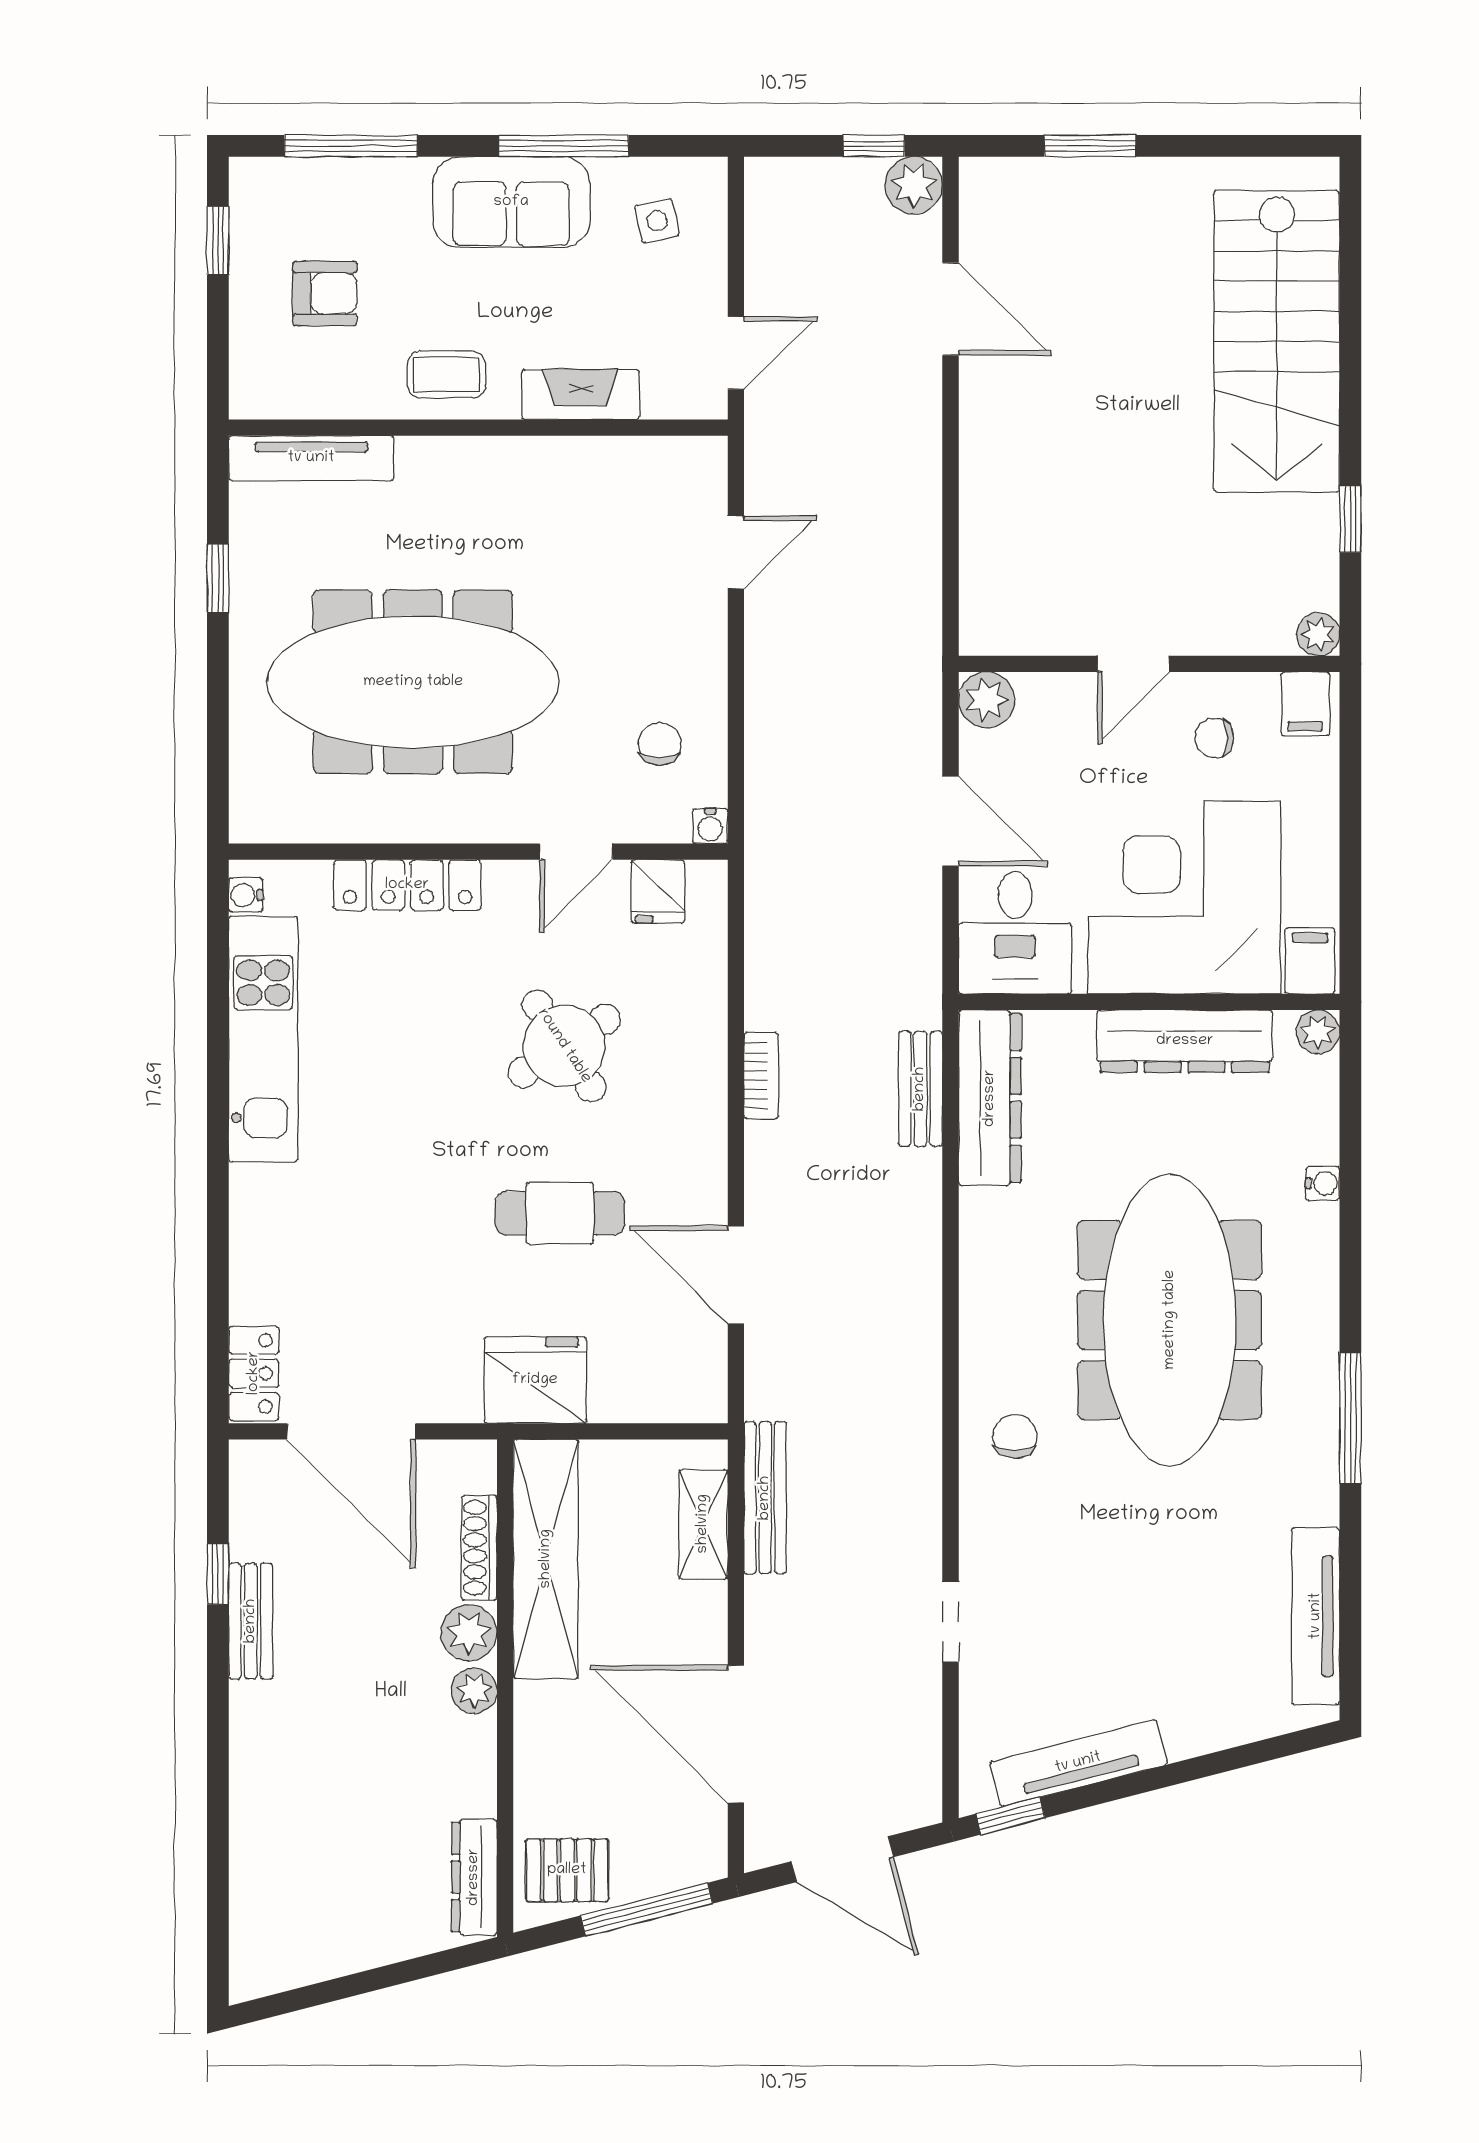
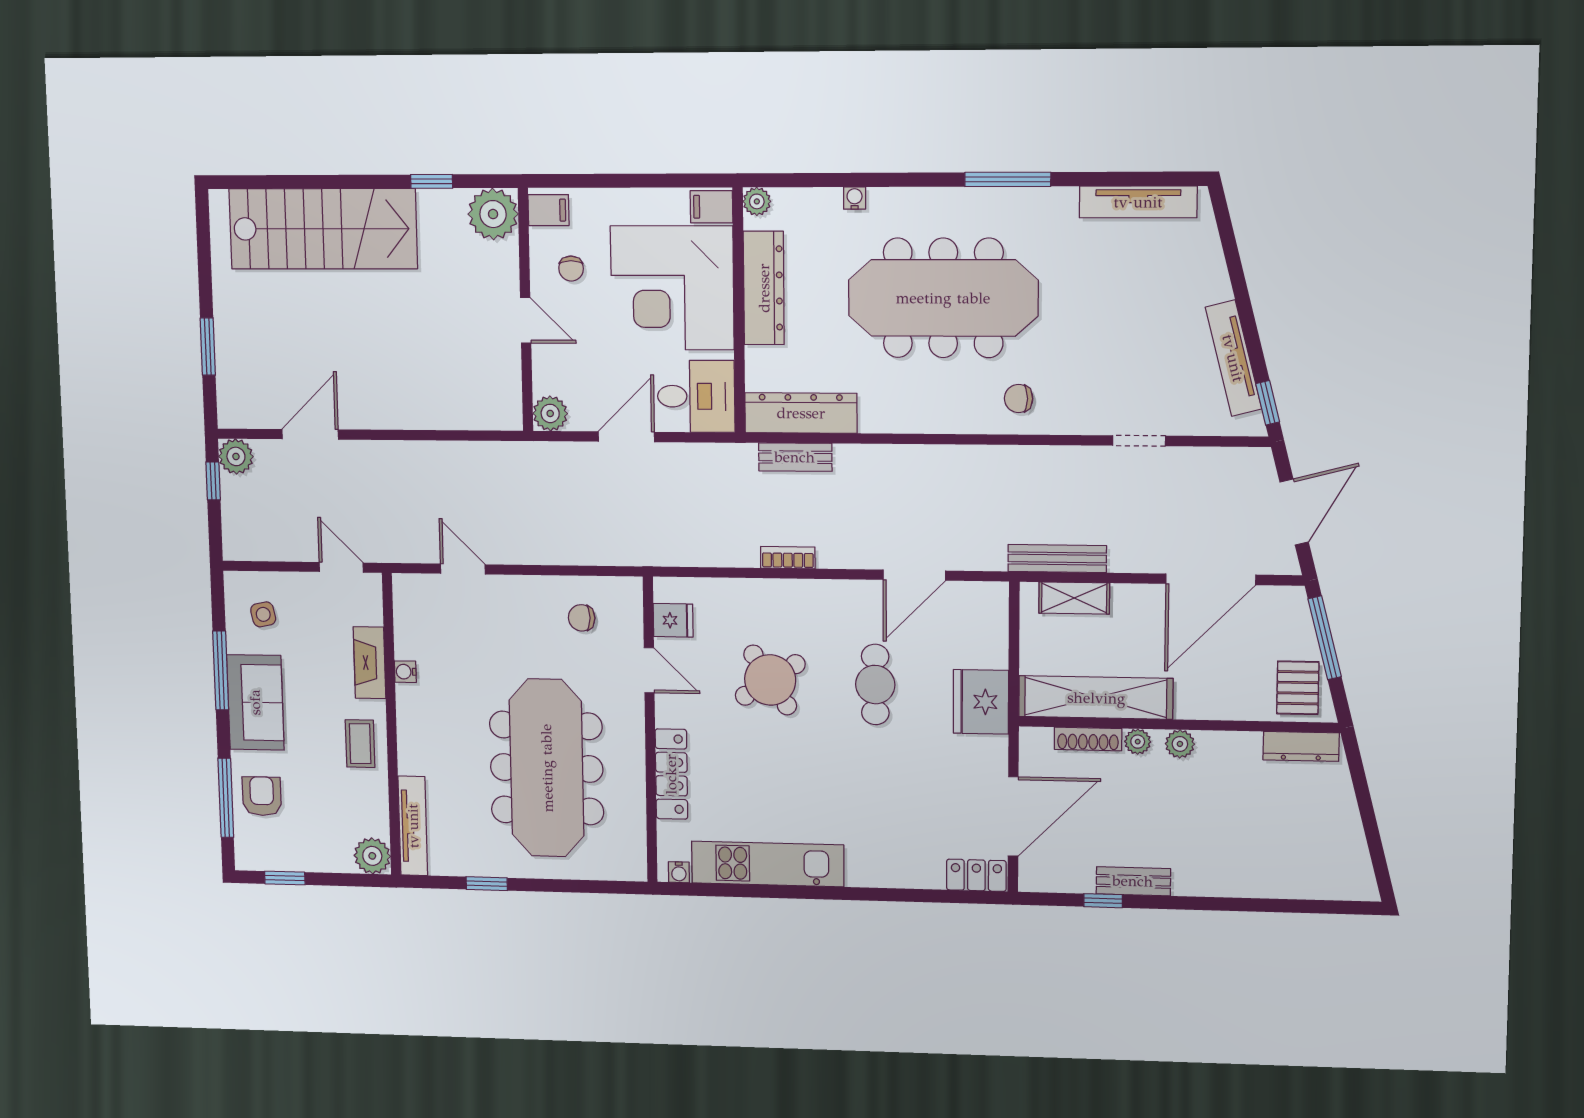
armchair: (325, 293) -> (262, 796), moved
plant: (259, 389) -> (372, 856), added
plant: (1318, 634) -> (493, 214), width x1.88, depth x1.88
water cooler: (710, 826) -> (405, 672), moved, turned 180
plant: (469, 1633) -> (1138, 742), width x0.73, depth x0.73

